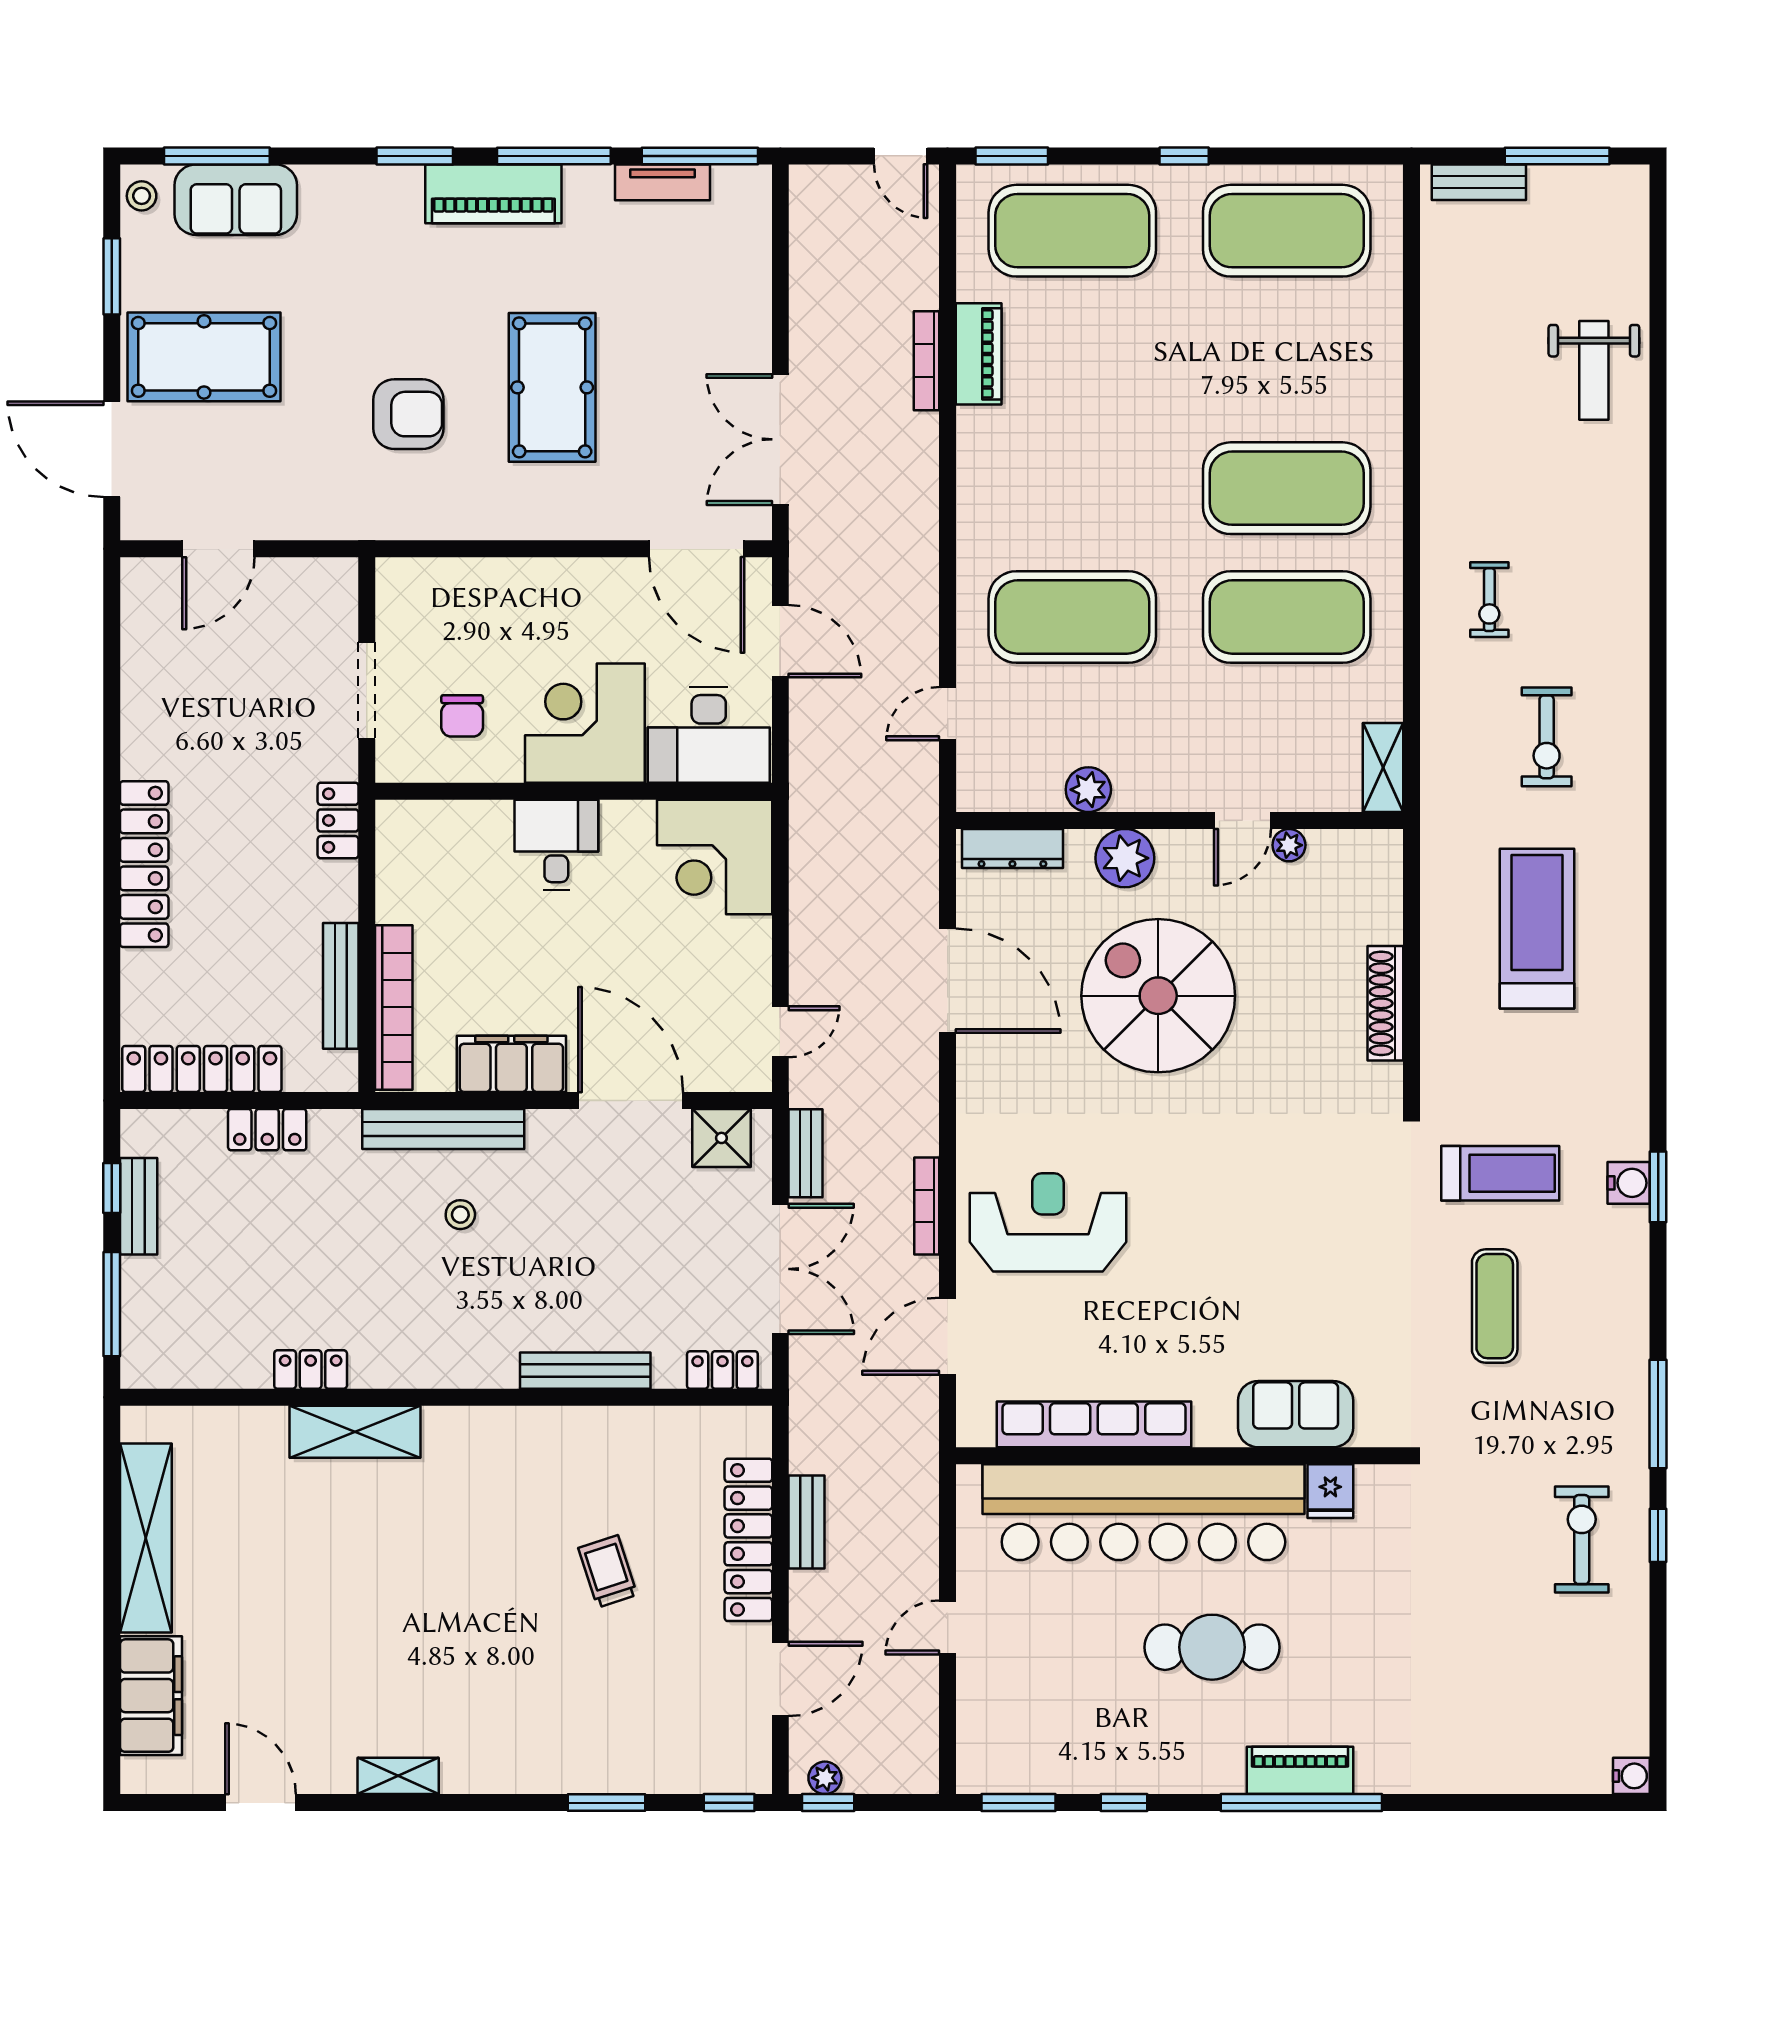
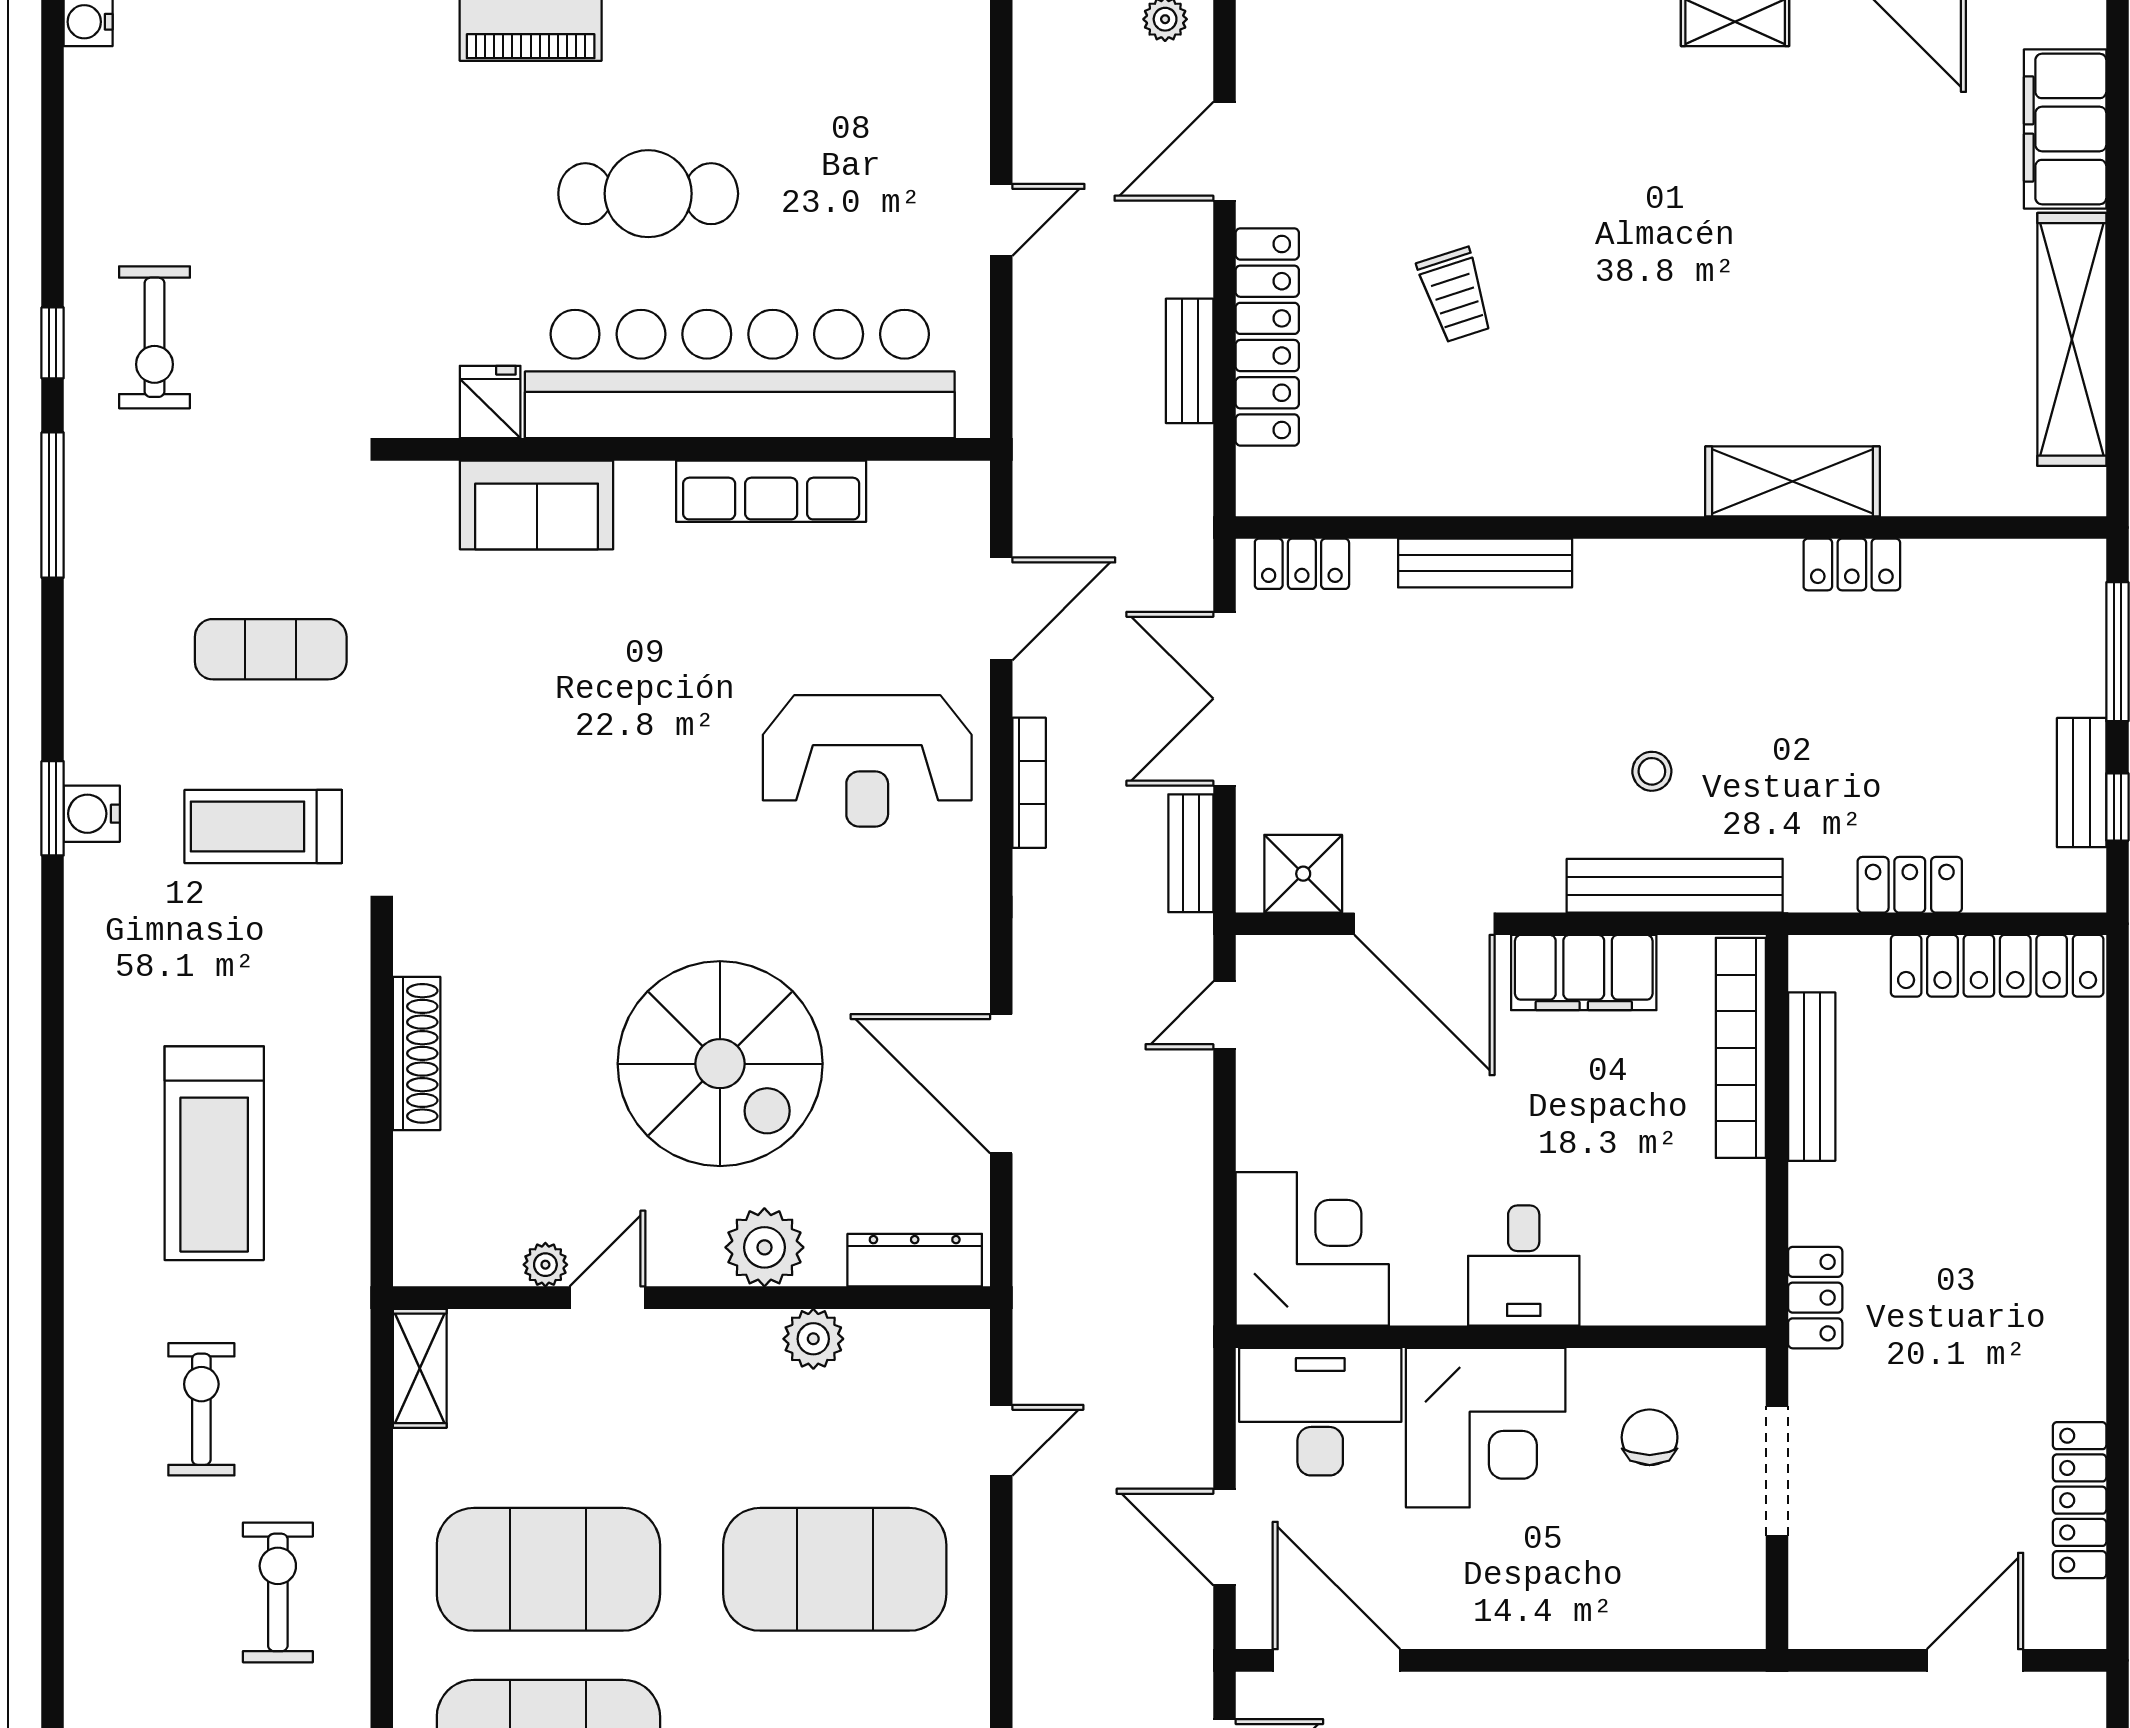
exercise bike: (1489, 600) -> (278, 1592), width x1.38, depth x1.39
locker: (144, 864) -> (2080, 1500), moved, width x0.71, depth x0.83
exercise mat: (1495, 1306) -> (271, 649), turned 90
row of seats: (1094, 1424) -> (771, 491), width x0.73

